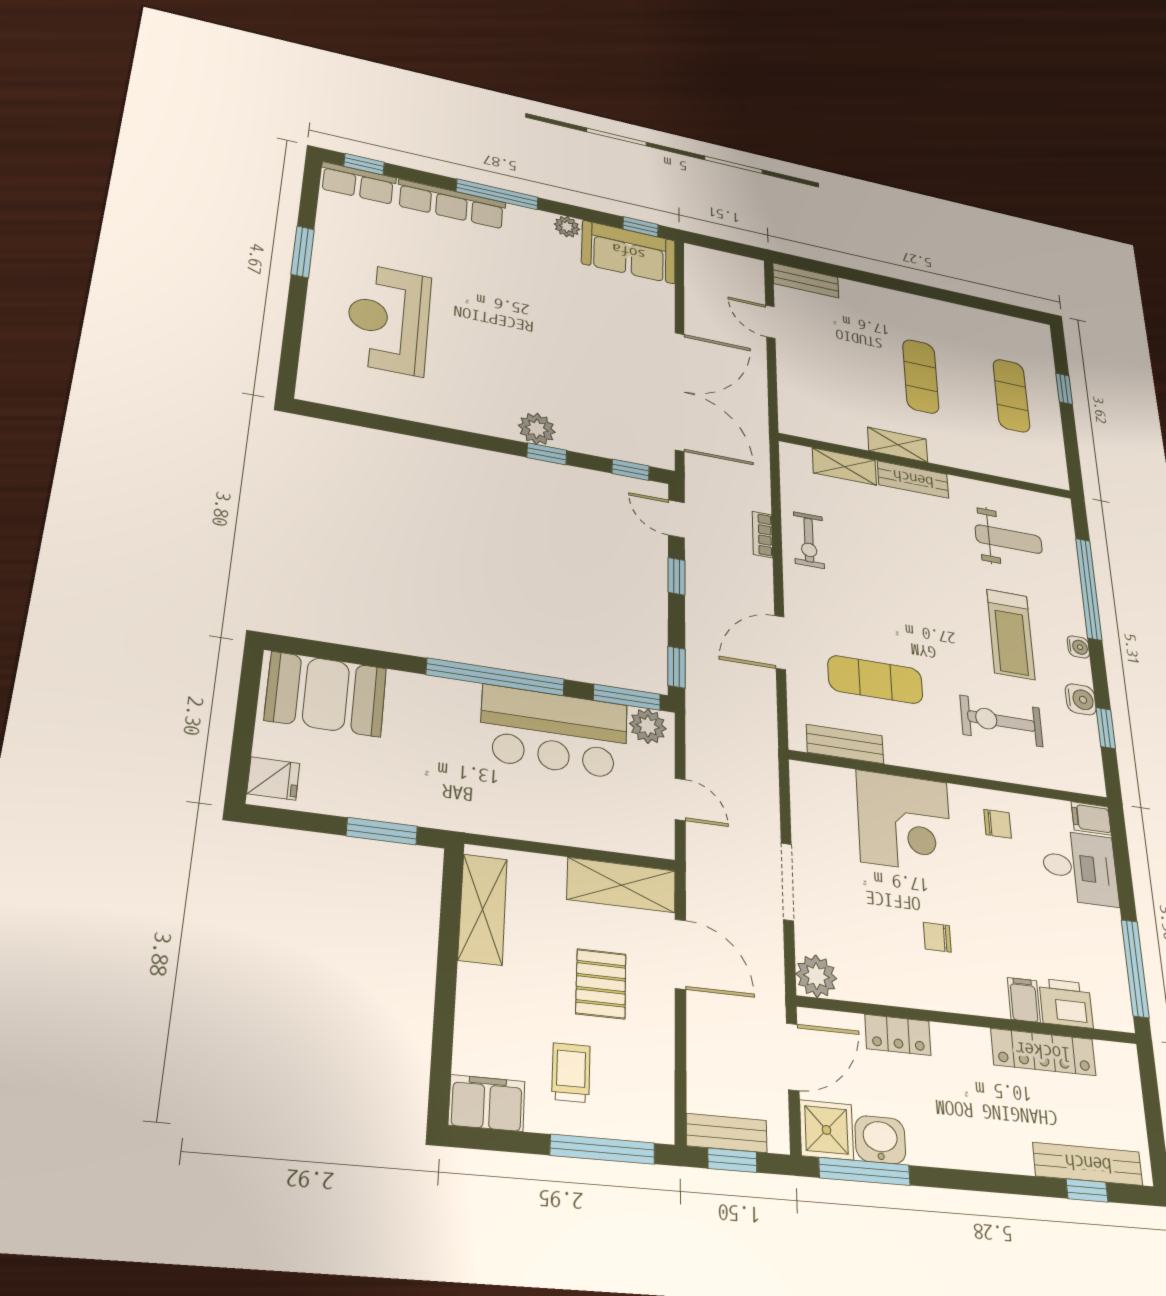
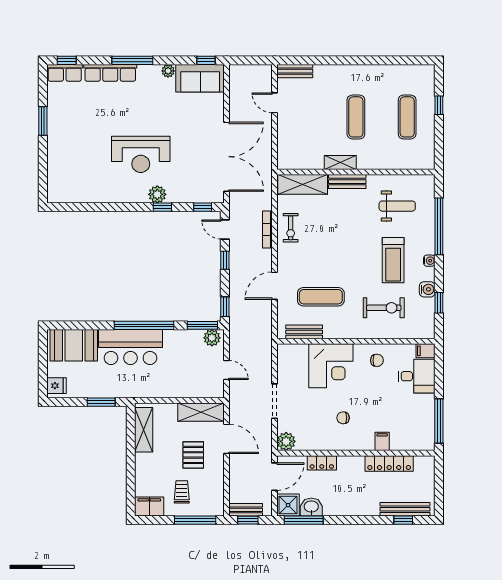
reception desk: (389, 319) -> (141, 154), moved, turned -90
shelving: (844, 467) -> (303, 184), width x1.50, depth x1.33
bookcase: (763, 535) -> (267, 229), width x1.56
exercise bike: (1001, 721) -> (384, 308), turned 180
bar counter: (554, 732) -> (130, 347), moved
printer: (1066, 1003) -> (402, 441), removed

